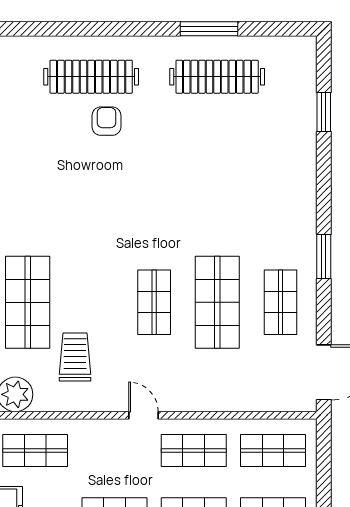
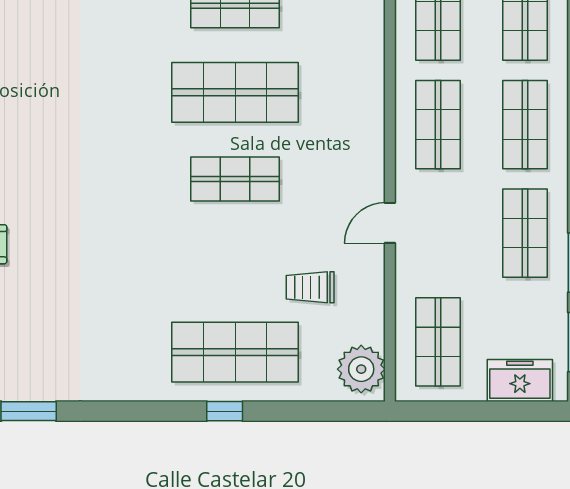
trolley: (75, 357) -> (310, 287), width x0.73, depth x0.72
door: (143, 415) -> (390, 223), moved

